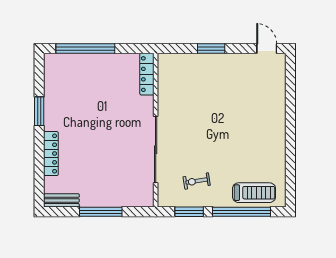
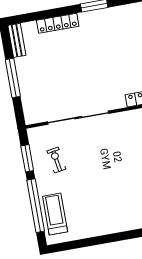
treadmill: (254, 193) -> (55, 214), turned 180

